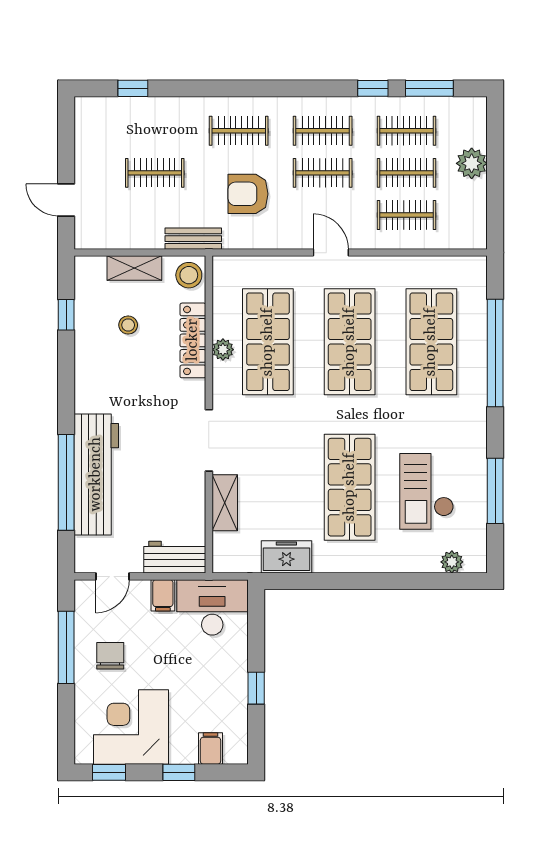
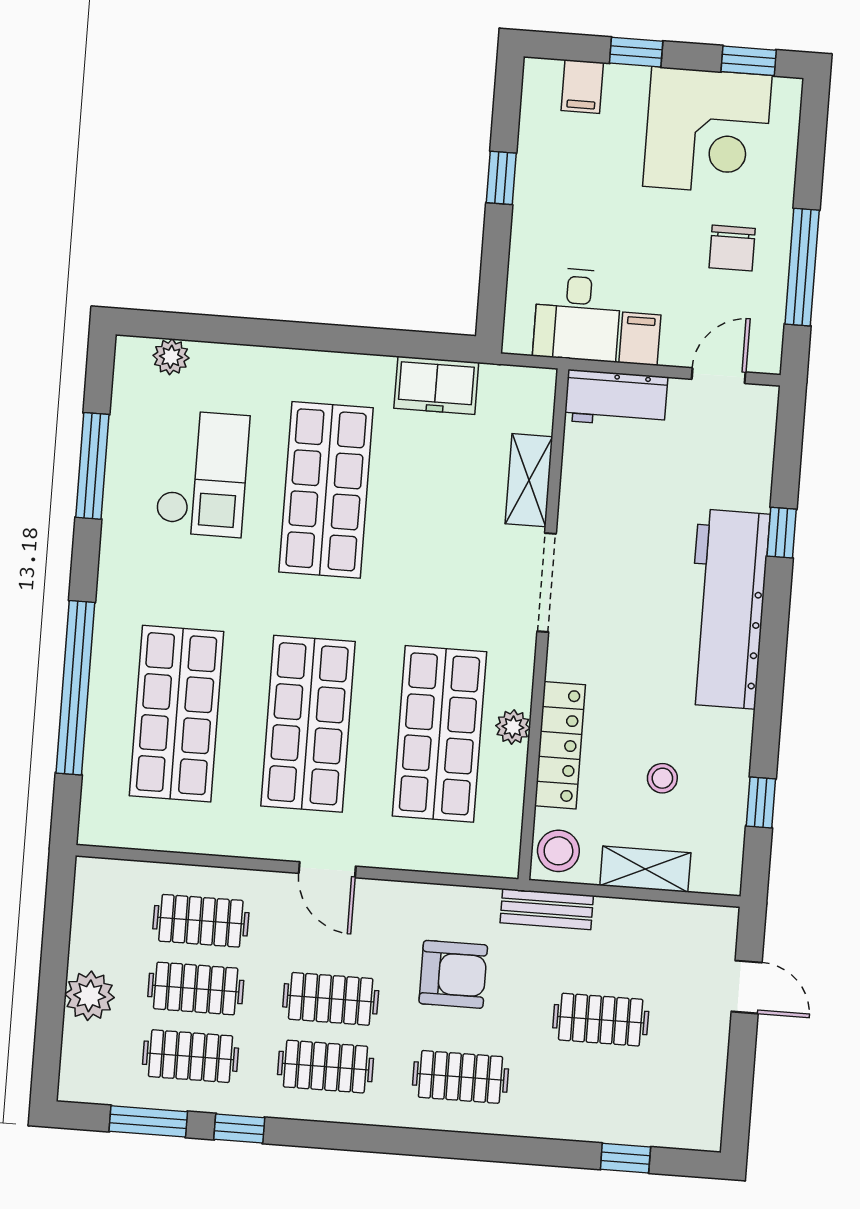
workbench: (96, 474) -> (727, 609), moved
window: (66, 482) -> (782, 533), width x0.32
desk: (212, 607) -> (577, 315), width x0.73

